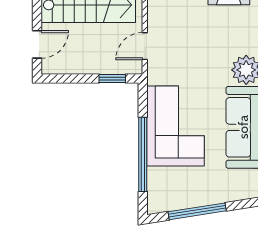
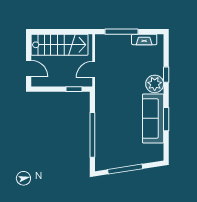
door: (37, 44) -> (29, 69), hinge flipped
corner sofa: (176, 126) -> (112, 118), removed

